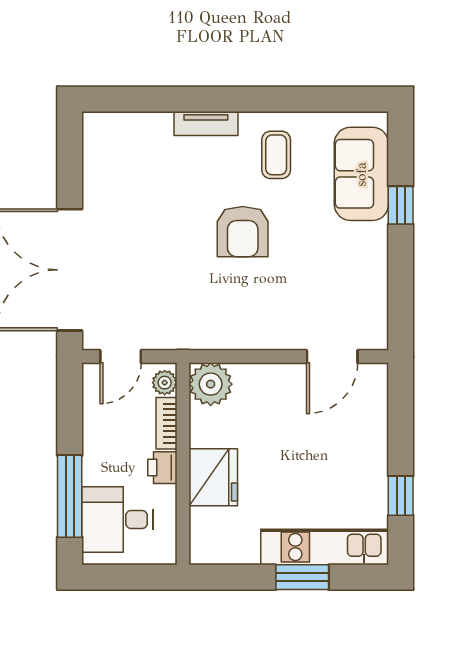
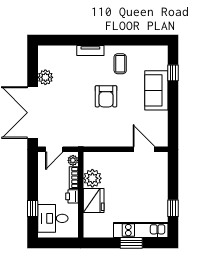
sofa: (361, 174) -> (156, 90), moved
plant: (100, 187) -> (45, 77), added
window: (401, 205) -> (173, 73), moved
door: (332, 357) -> (144, 149), swing flipped
plant: (211, 384) -> (92, 178), moved
window: (70, 496) -> (33, 209), width x0.46

